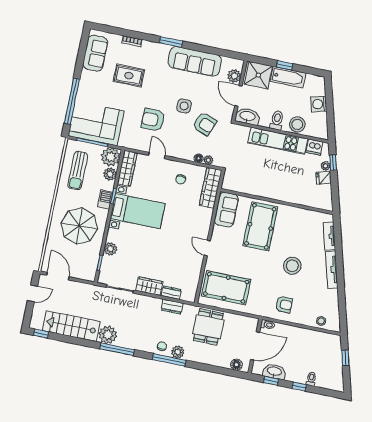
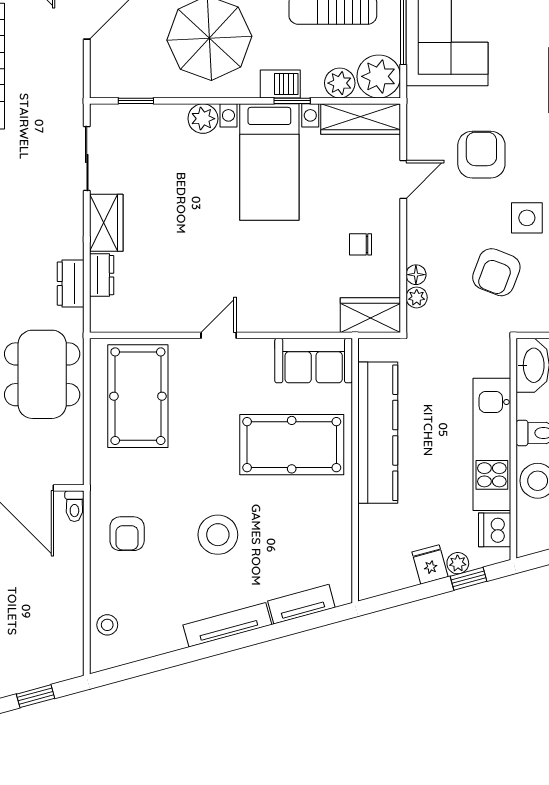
wardrobe: (211, 188) -> (370, 315), width x0.67
kitchen counter: (263, 188) -> (378, 433), added
plant: (110, 249) -> (203, 119), moved
dining table: (208, 327) -> (42, 374), width x1.38

